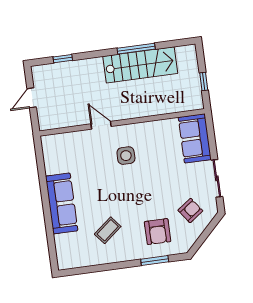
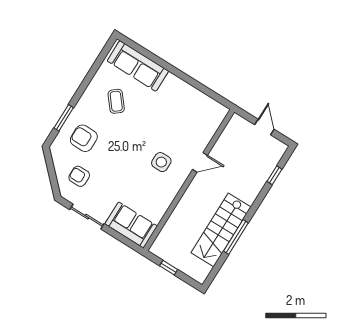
sofa: (62, 203) -> (138, 66), moved
armchair: (190, 210) -> (79, 176), turned 126

